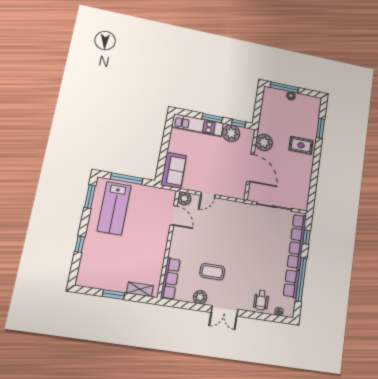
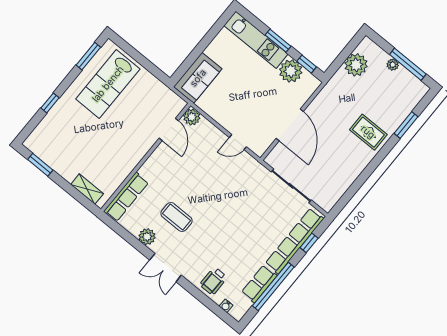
window: (284, 87) -> (408, 64), moved
plant: (264, 142) -> (356, 65), moved
window: (127, 179) -> (139, 58), removed
door: (208, 195) -> (238, 142), moved
window: (114, 295) -> (40, 165), moved

